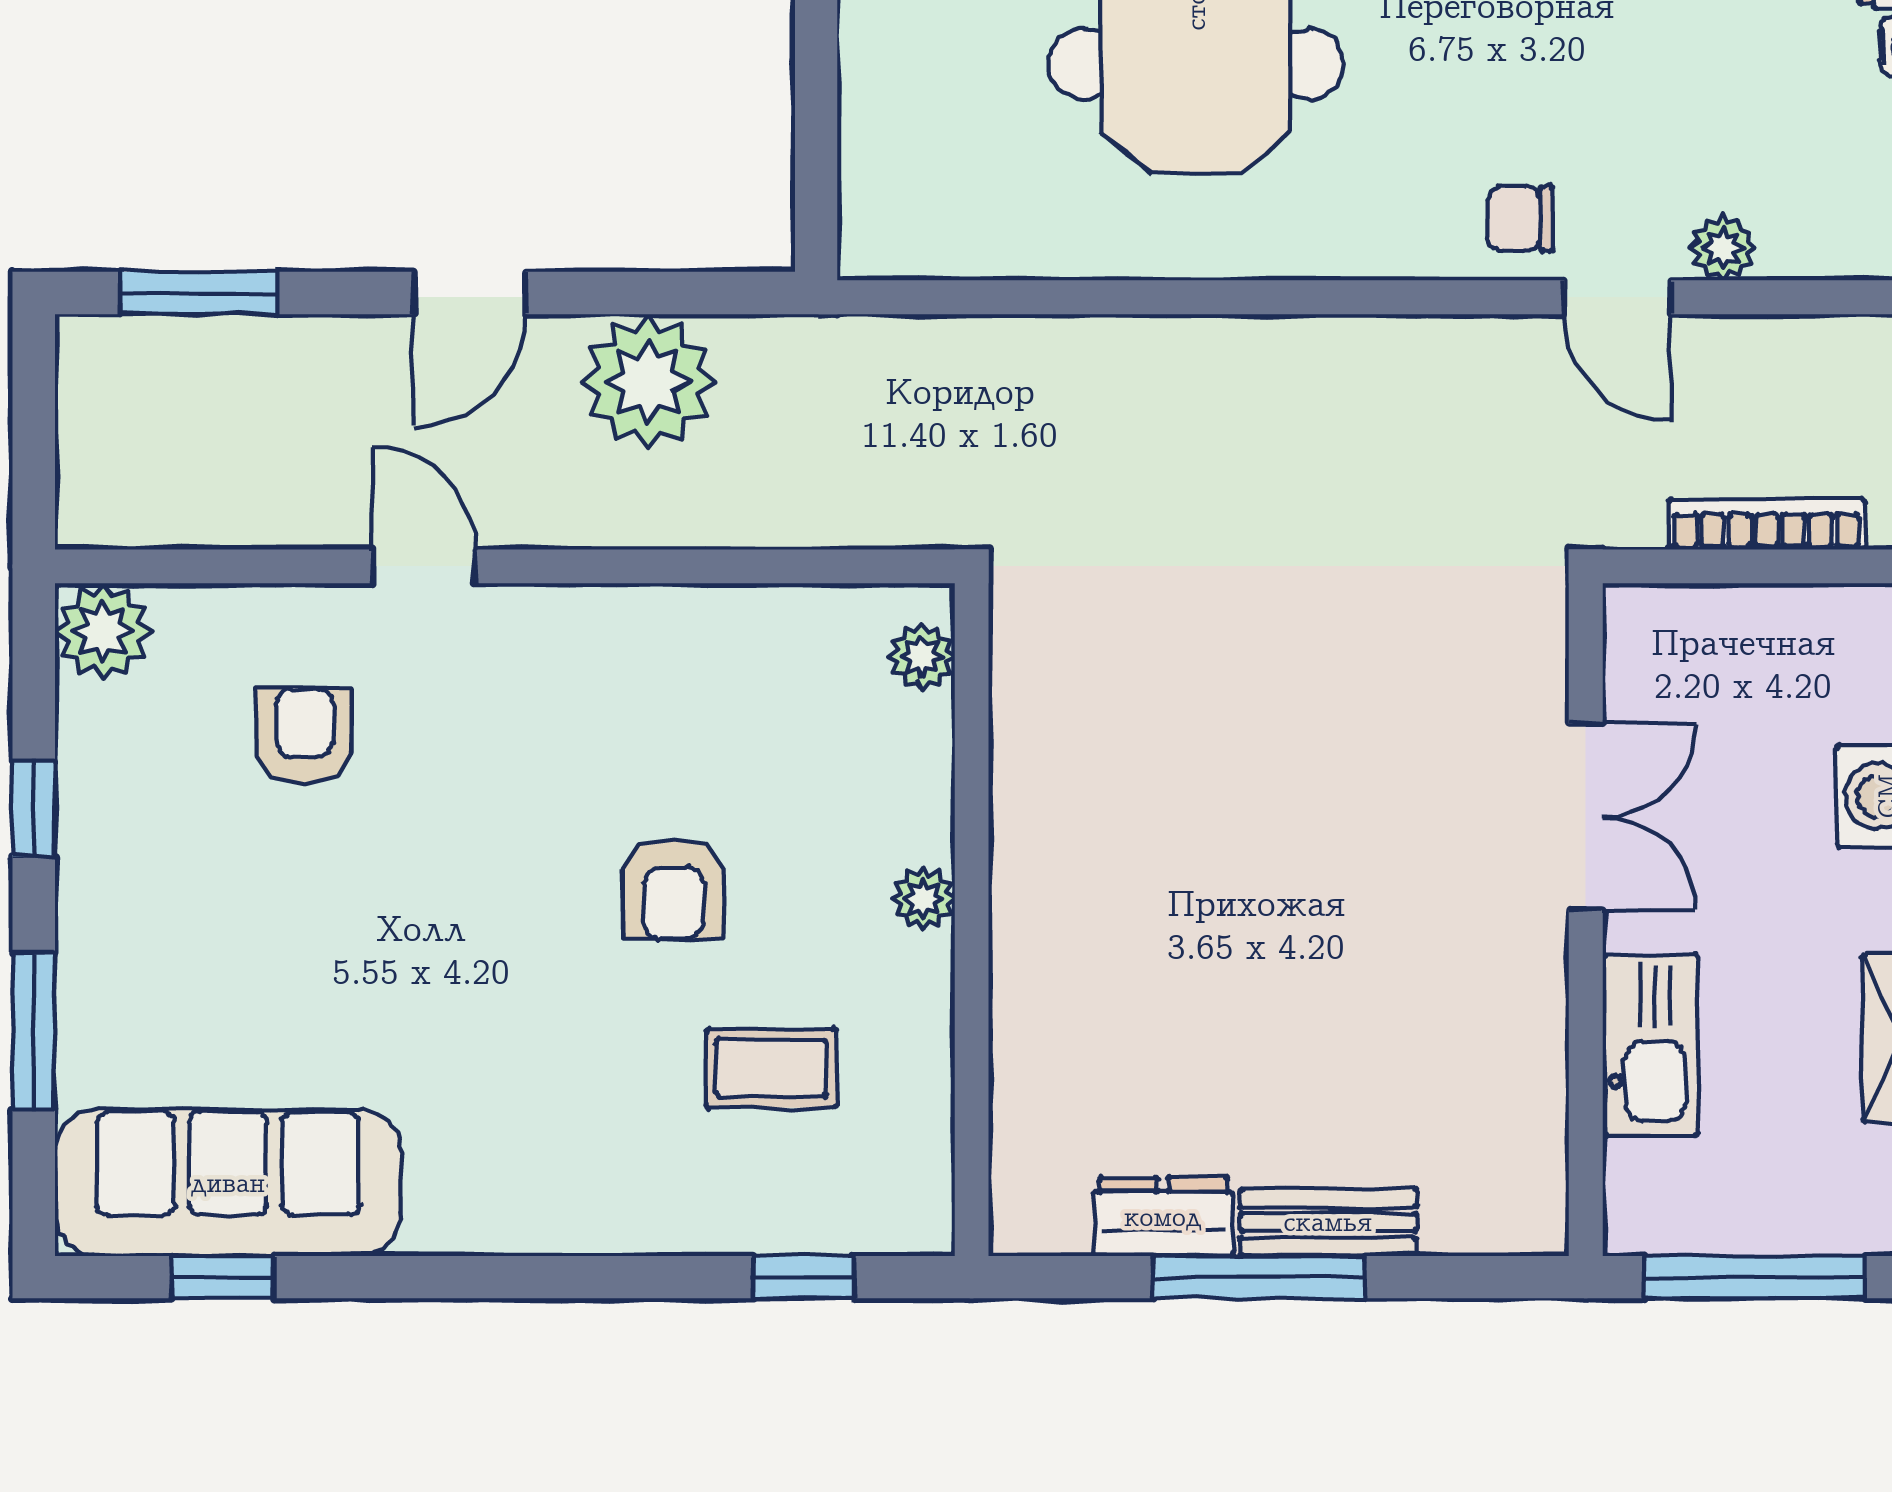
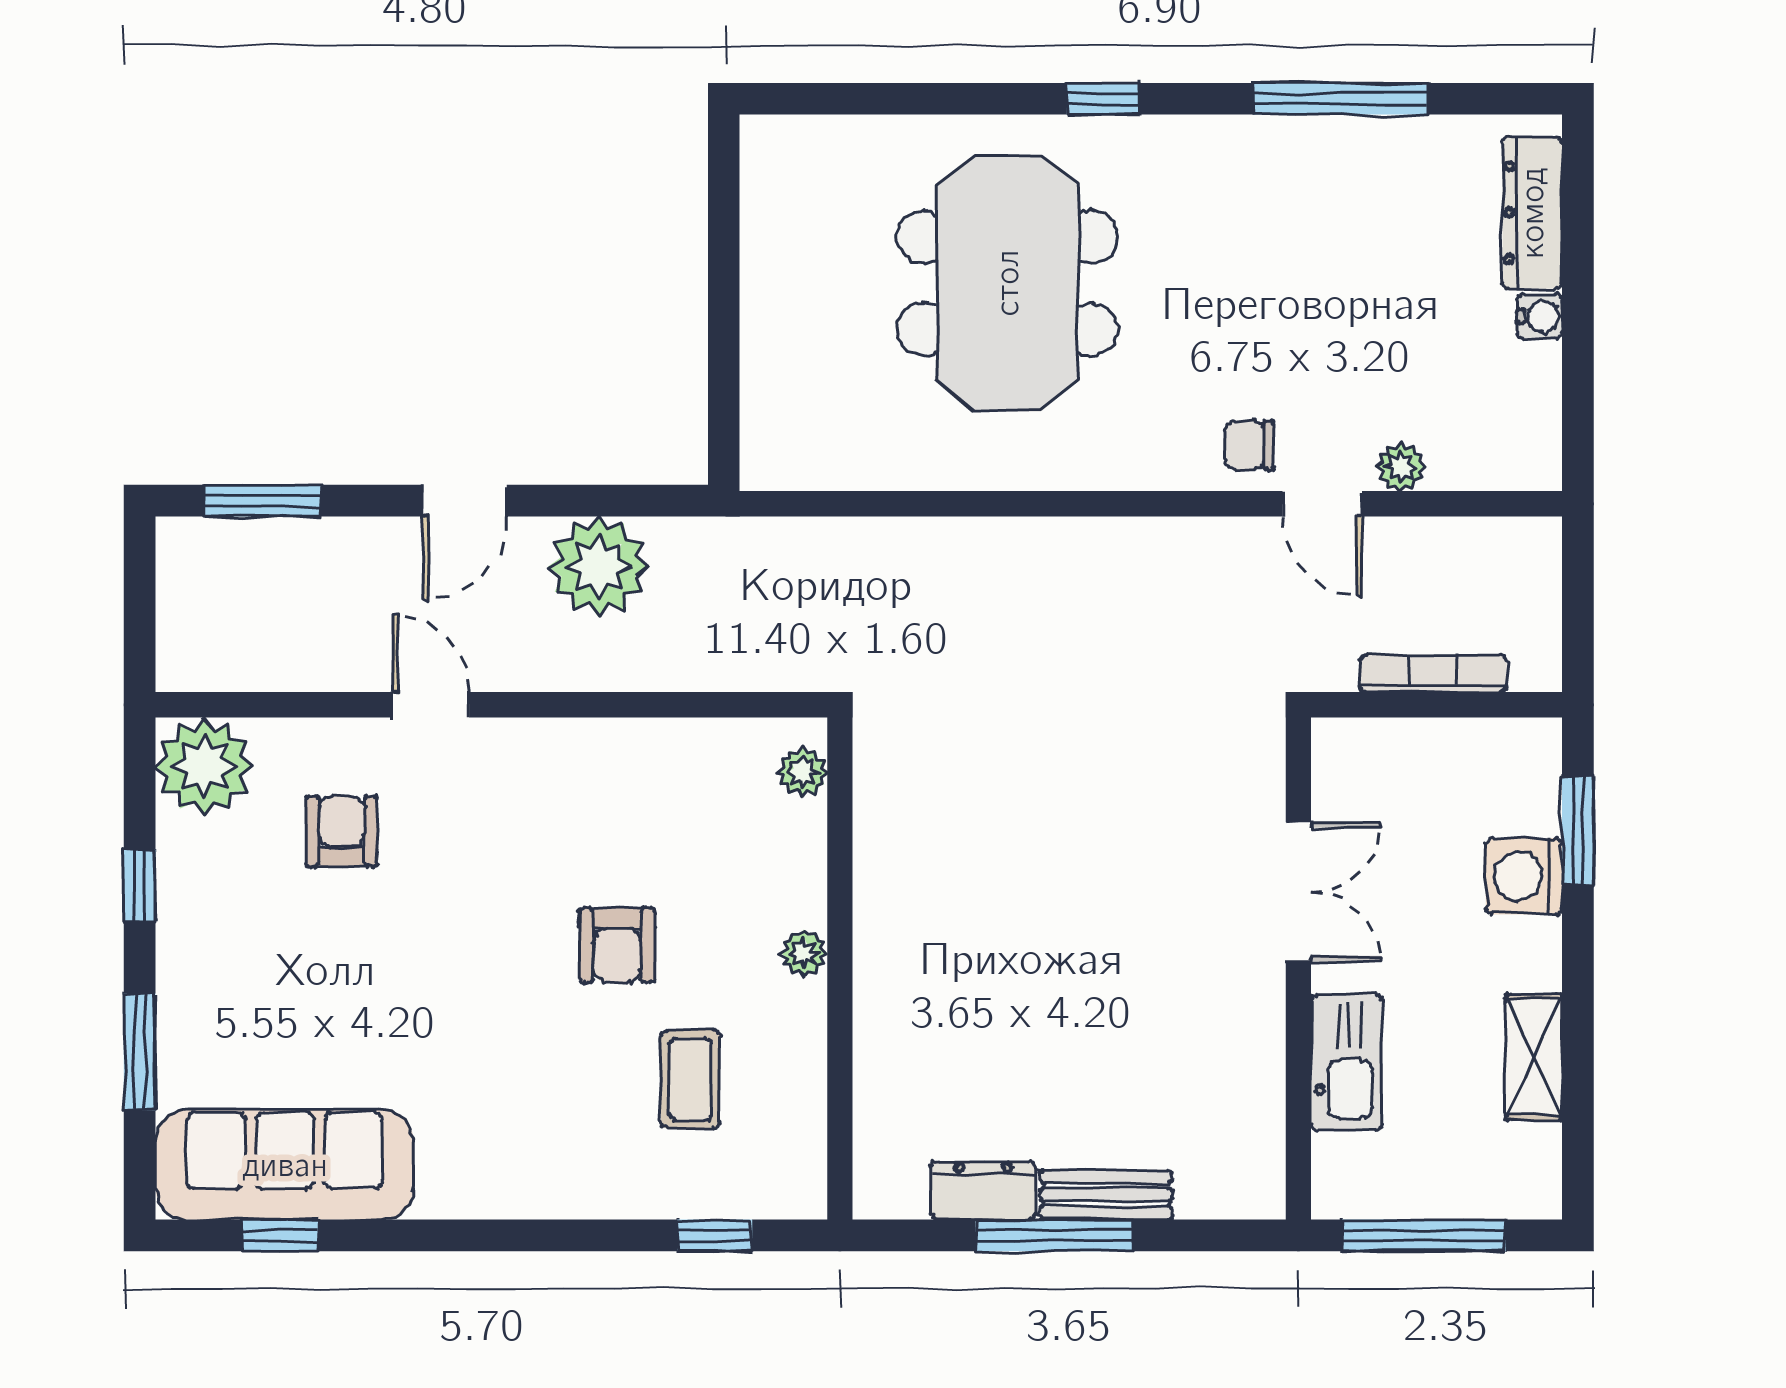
plant: (103, 631) -> (204, 766), width x1.36, depth x1.36
coffee table: (771, 1068) -> (690, 1079), turned 90

